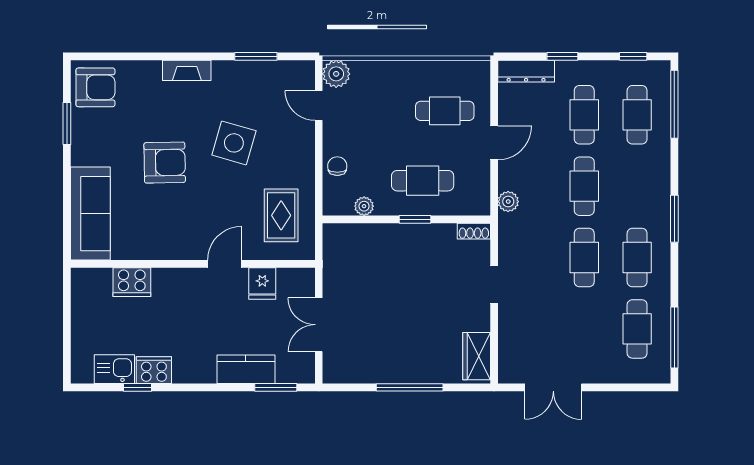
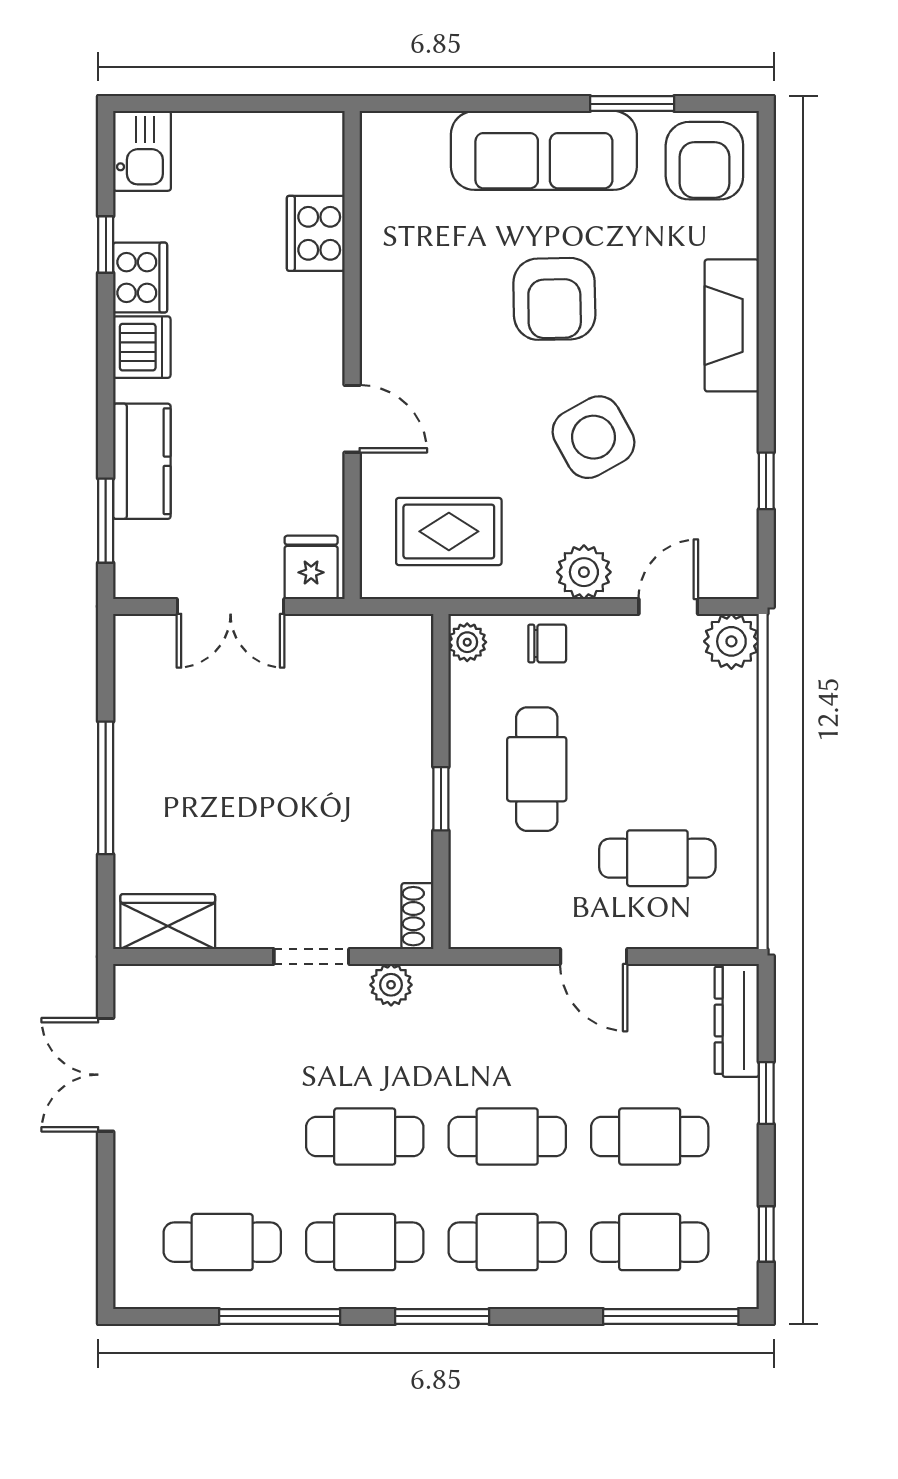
window: (256, 56) -> (766, 481), width x0.67
fireplace: (187, 70) -> (732, 325), width x1.37, depth x1.32
cafe table: (445, 111) -> (657, 858), turned 90
side table: (234, 143) -> (593, 437), turned 45
plant: (302, 148) -> (584, 572), added
cafe table: (423, 181) -> (537, 769), moved
cafe table: (637, 186) -> (507, 1242), added
plant: (508, 202) -> (391, 985), moved
plant: (364, 206) -> (467, 642), moved
sofa: (90, 214) -> (544, 150), moved
fridge: (262, 283) -> (311, 567), moved, turned 90
double door: (319, 325) -> (231, 606), swing flipped
window: (674, 338) -> (280, 1316), moved
kitchen sink: (114, 369) -> (142, 151), moved
dishwasher: (189, 369) -> (142, 347), added

